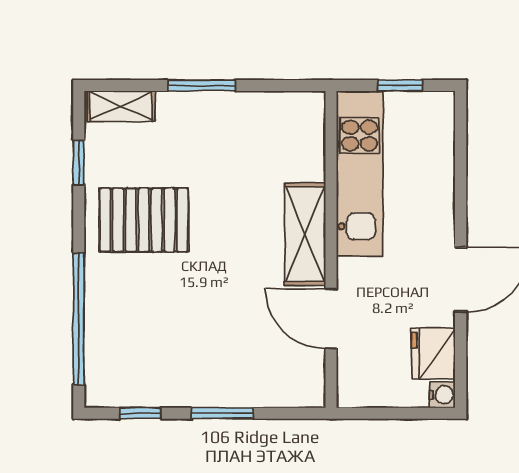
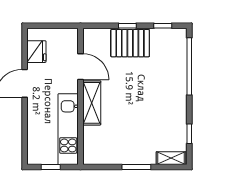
pallet: (144, 220) -> (130, 43), moved
water cooler: (442, 395) -> (33, 34), removed
window: (222, 413) -> (127, 26), width x0.67

